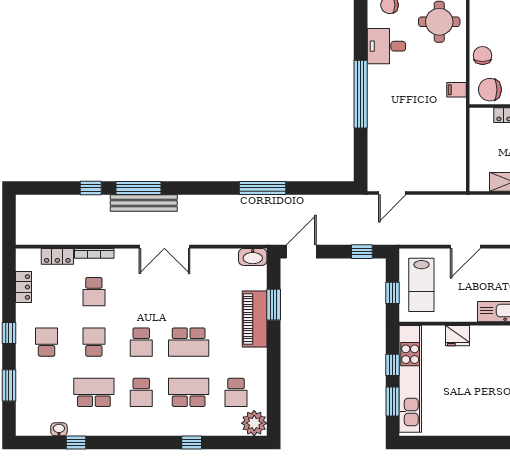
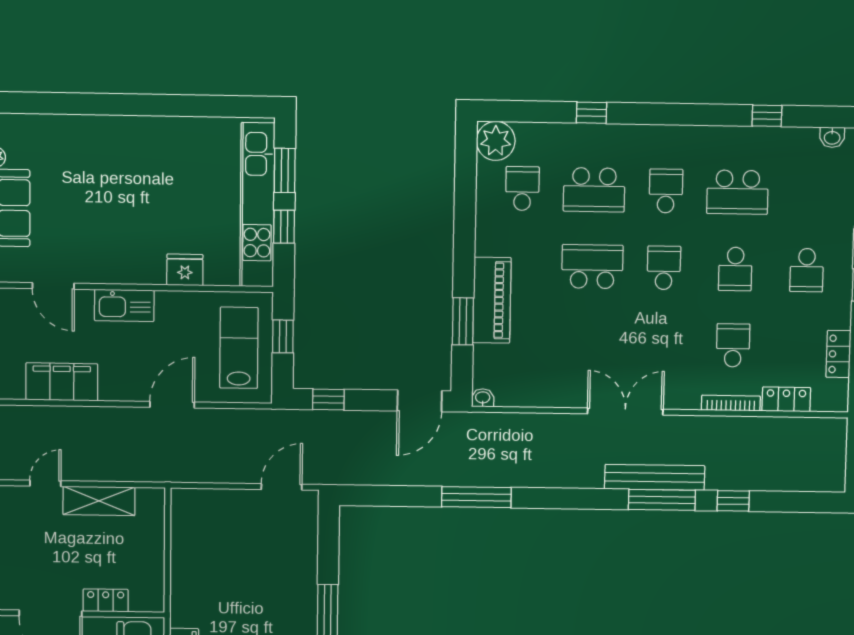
washbasin: (253, 257) -> (483, 398), width x0.52, depth x0.69
washbasin: (59, 429) -> (832, 137), moved

